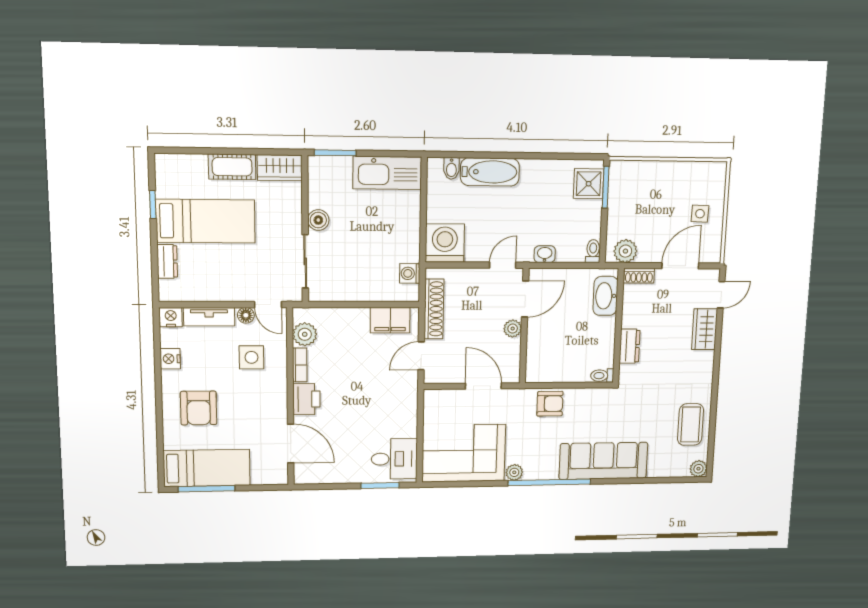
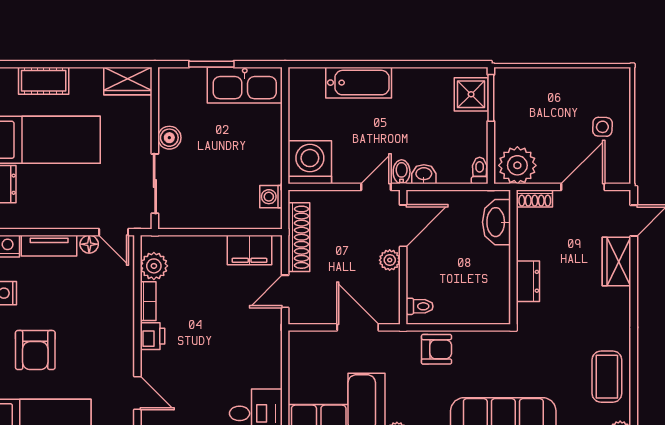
window: (335, 153) -> (211, 64), moved
cot: (232, 167) -> (44, 81), moved
bidet: (451, 168) -> (402, 172), moved, turned 180
plant: (625, 251) -> (517, 165), width x1.36, depth x1.36
side table: (251, 357) -> (95, 292), removed
toilet: (602, 376) -> (420, 306), moved, turned 180
printer: (306, 399) -> (153, 336), width x0.73, depth x0.81
door: (291, 444) -> (137, 393), width x0.73

